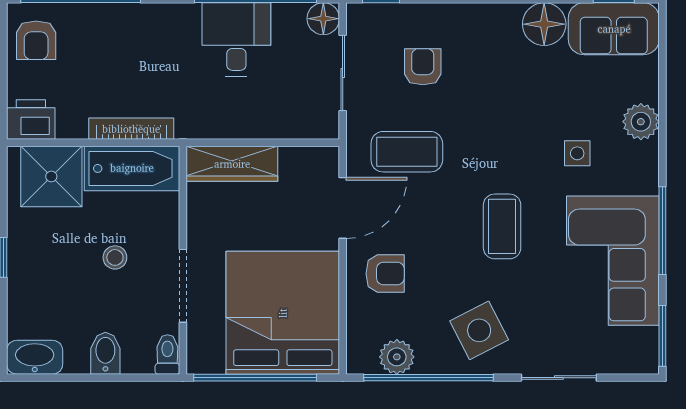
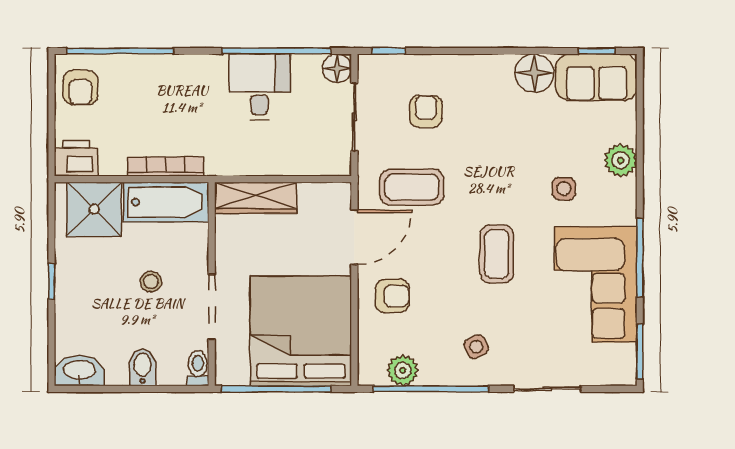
side table: (479, 330) -> (476, 347), width x0.54, depth x0.54

